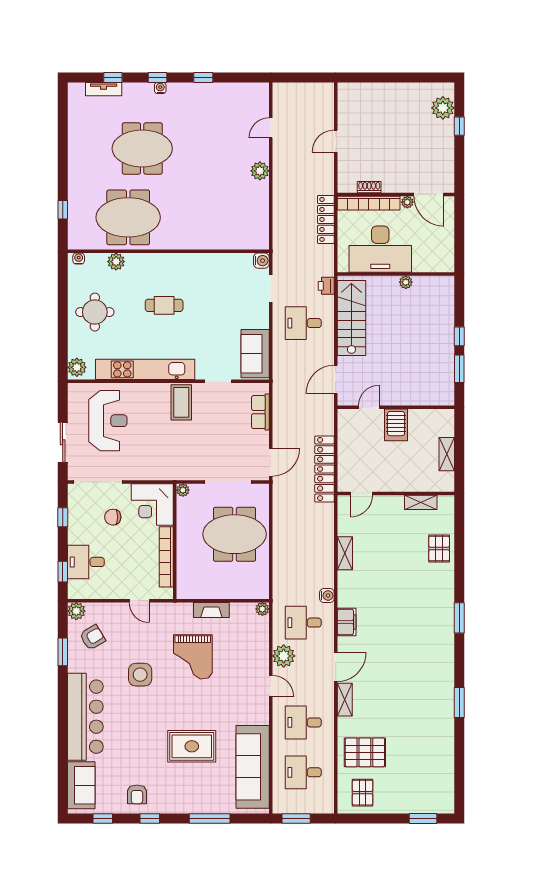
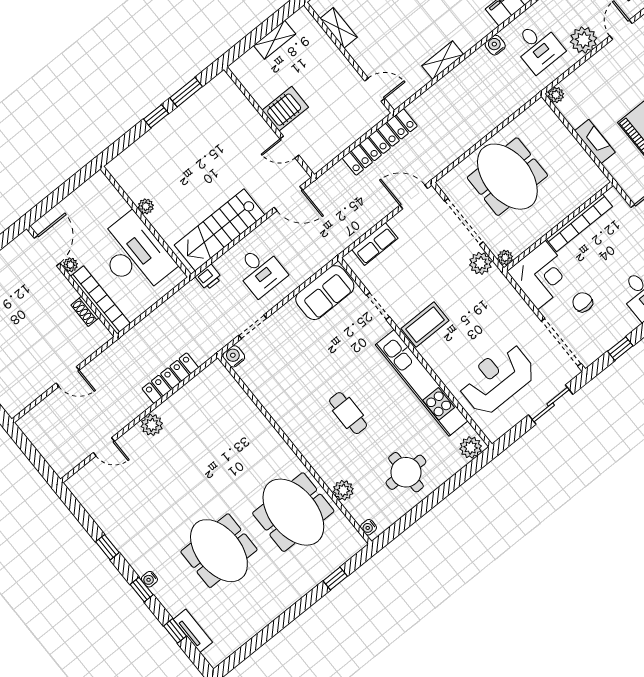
locker: (326, 219) -> (170, 378), moved, turned 180
plant: (192, 471) -> (480, 263), added
chair: (113, 517) -> (583, 302), turned 180

